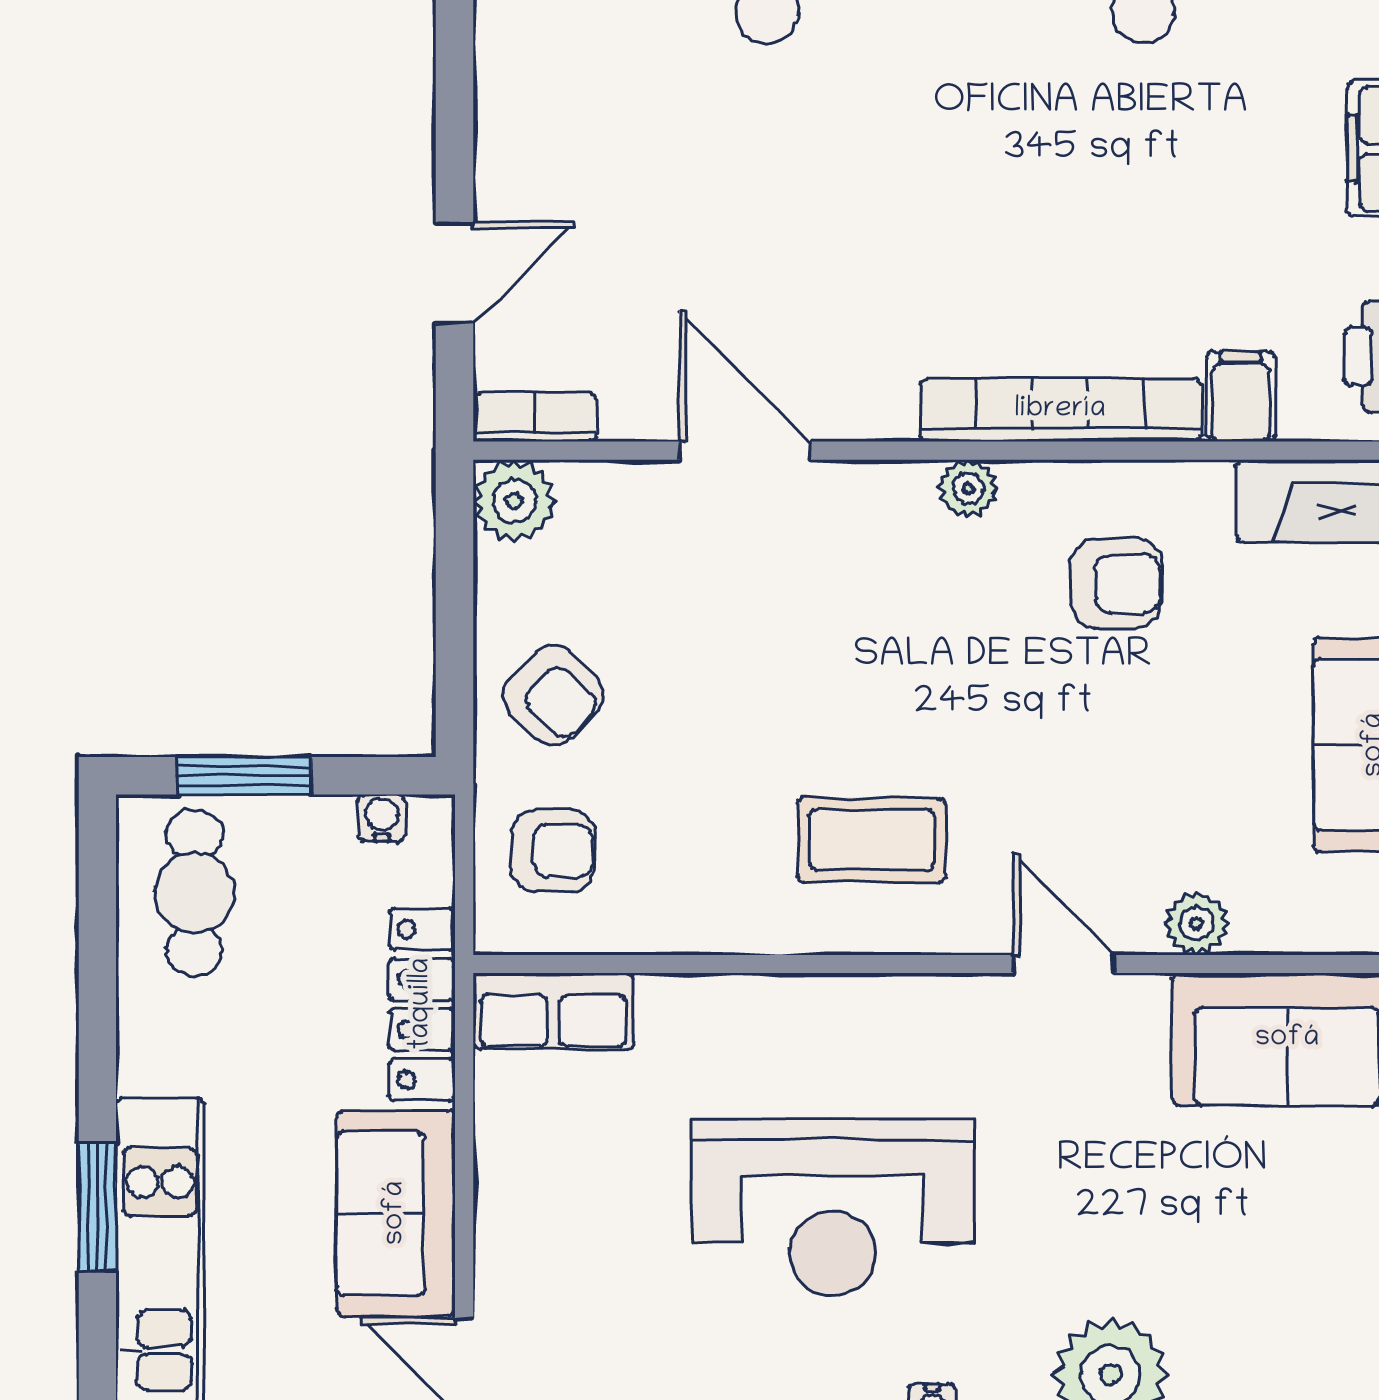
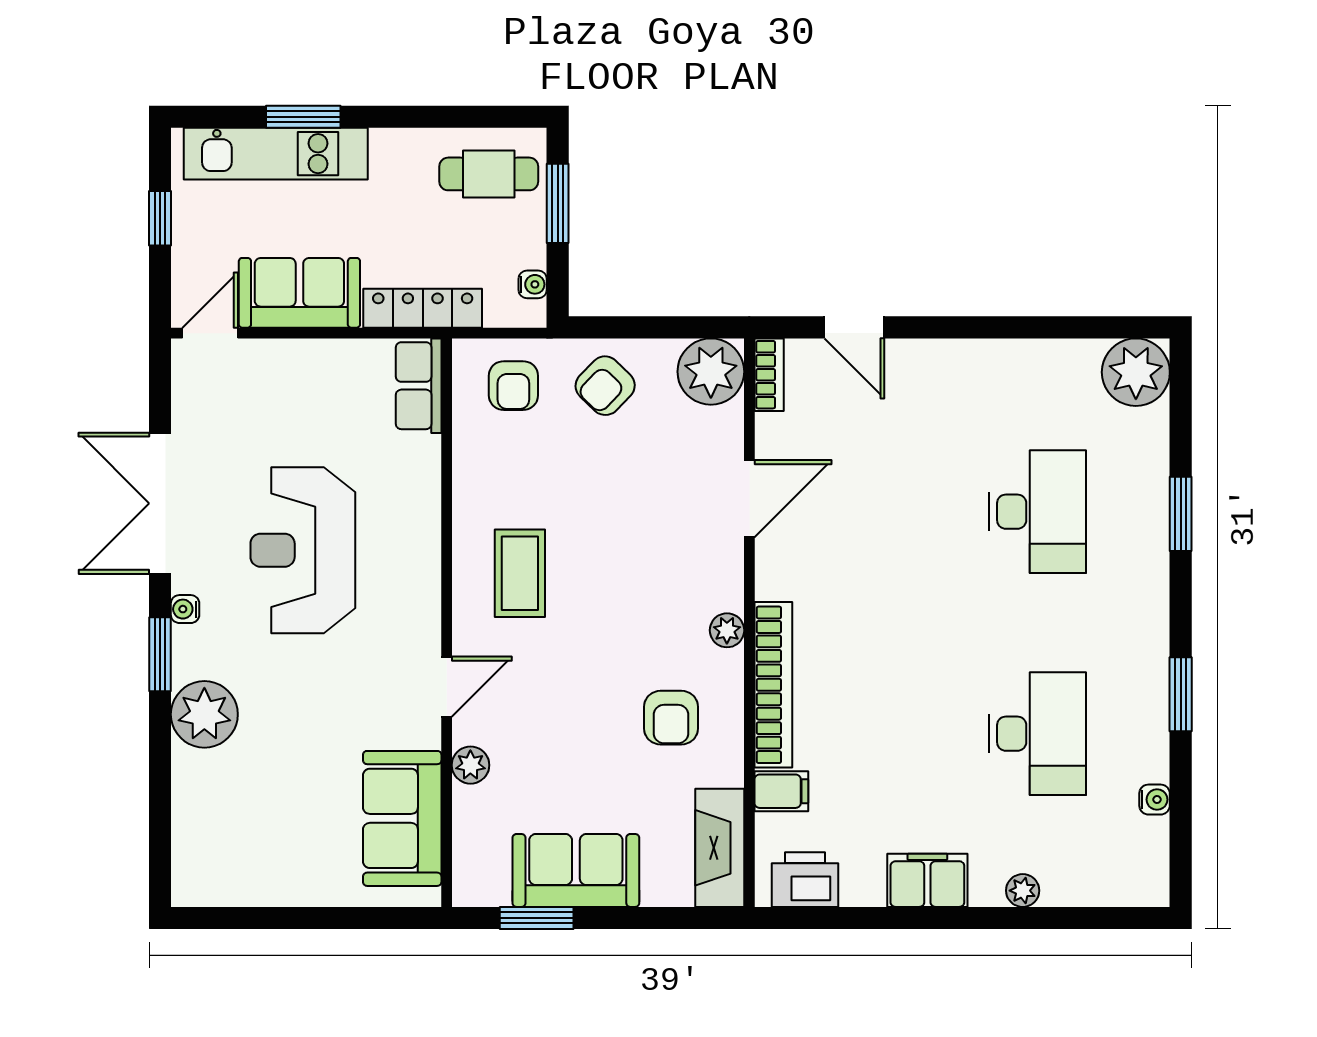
plant: (514, 501) -> (711, 372), width x1.36, depth x1.36

